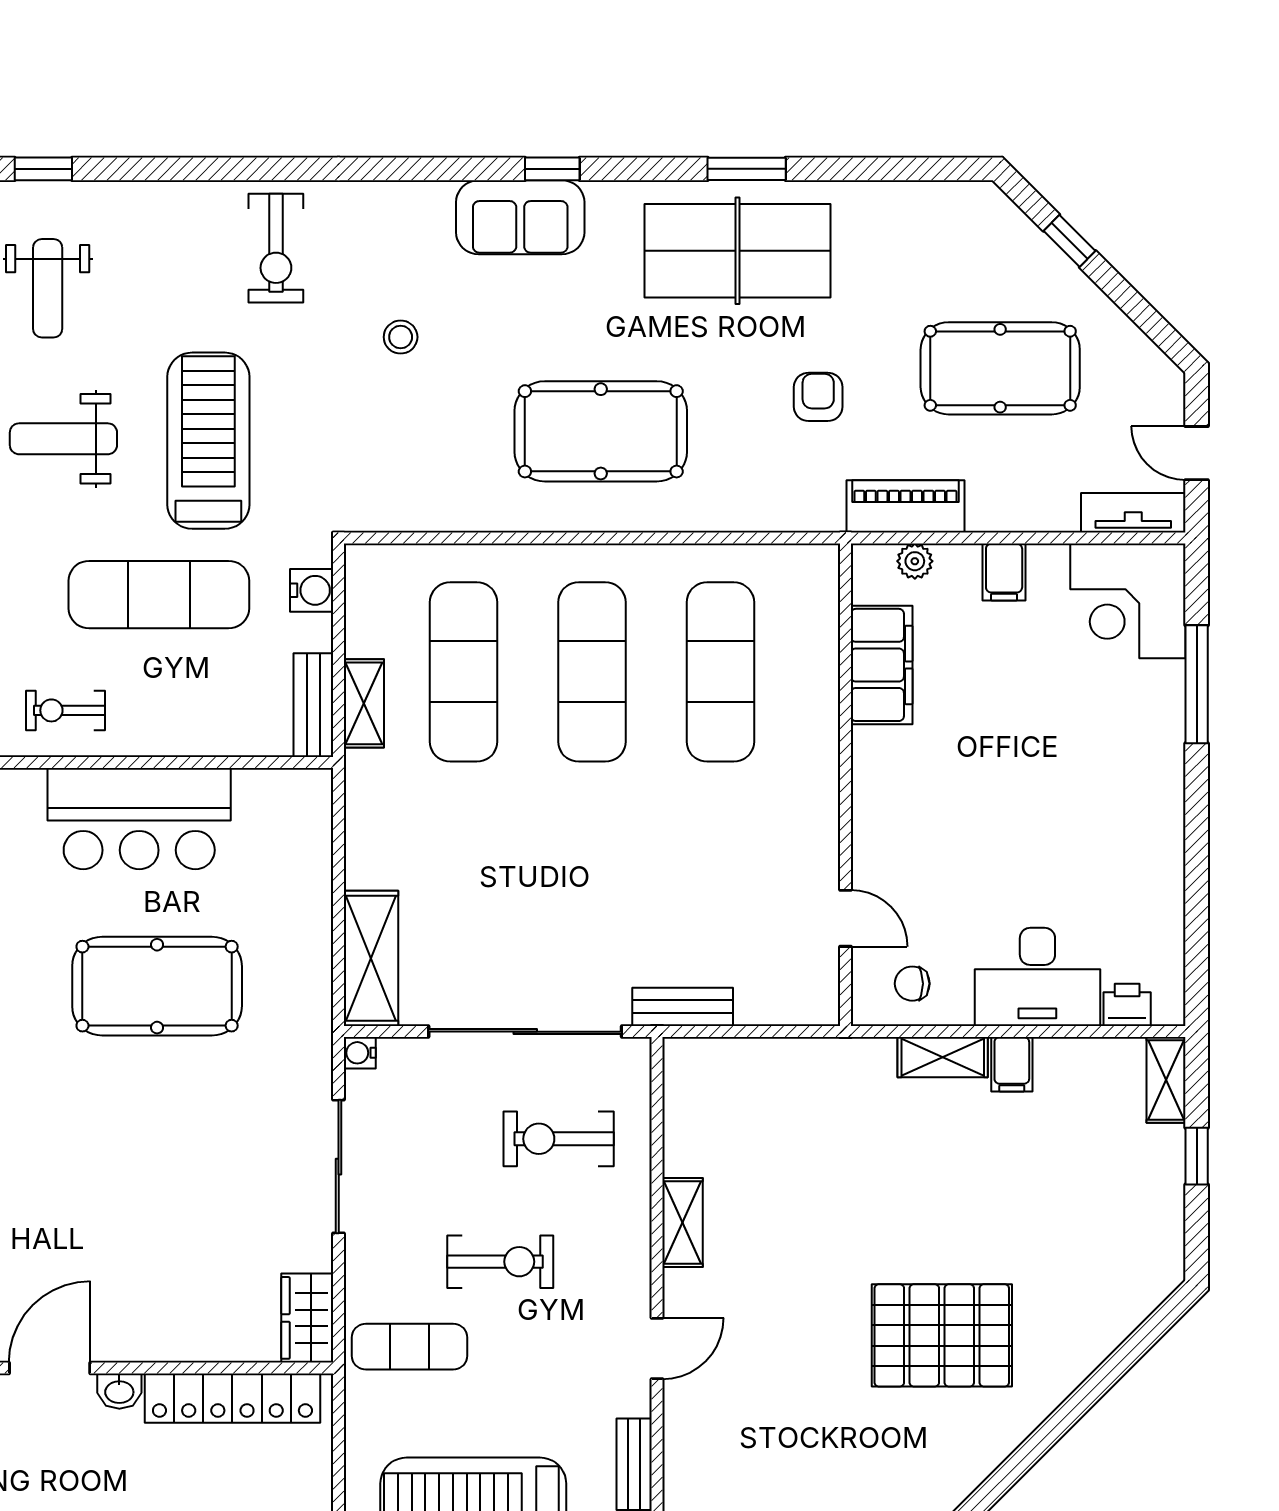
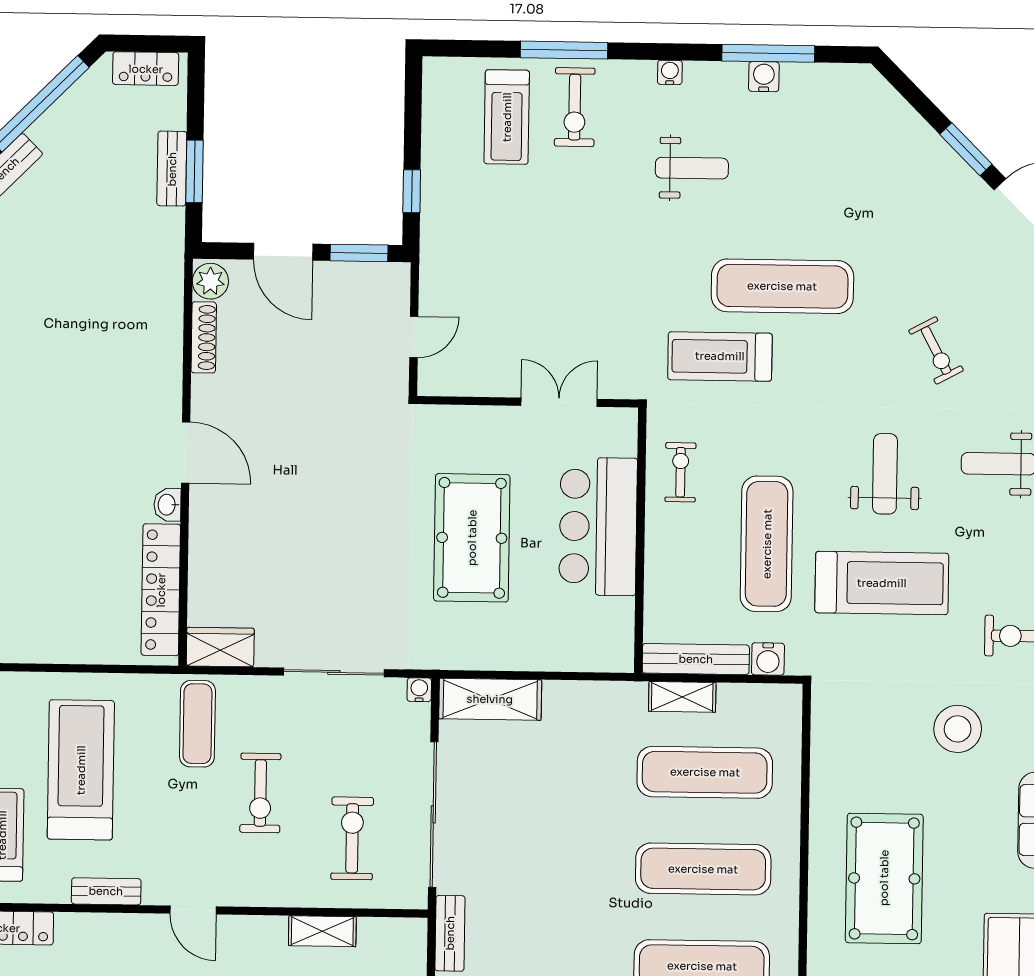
stool: (401, 337) -> (958, 729), width x1.89, depth x1.89
bench: (313, 705) -> (696, 659), width x1.36
shelving: (682, 1223) -> (322, 931), moved

